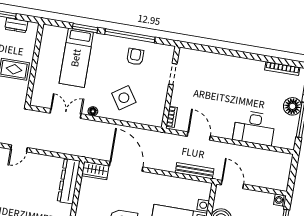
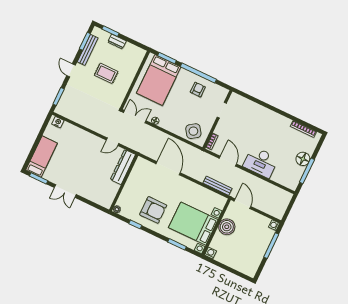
bed: (76, 58) -> (159, 80), width x1.50
wall: (34, 64) -> (135, 80), moved
side table: (124, 98) -> (193, 131), moved
desk: (254, 128) -> (261, 162), moved
door: (19, 148) -> (113, 142), moved
wardrobe: (95, 171) -> (145, 165), removed

